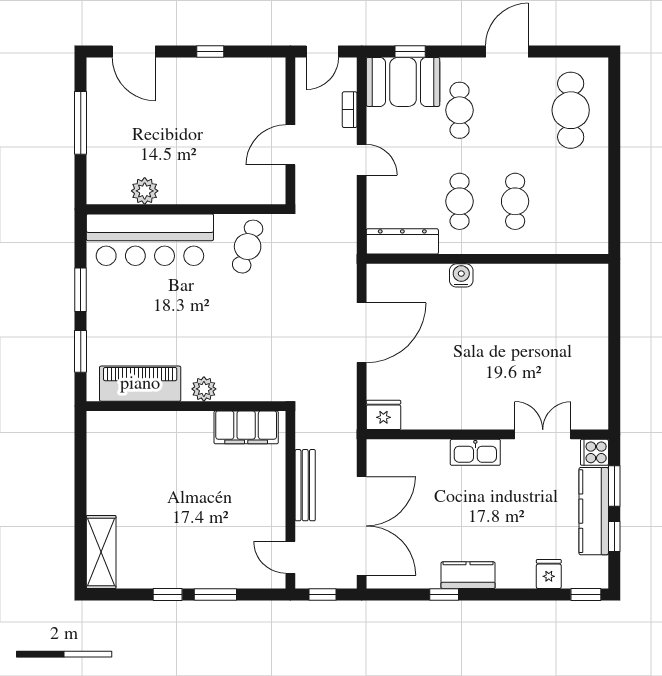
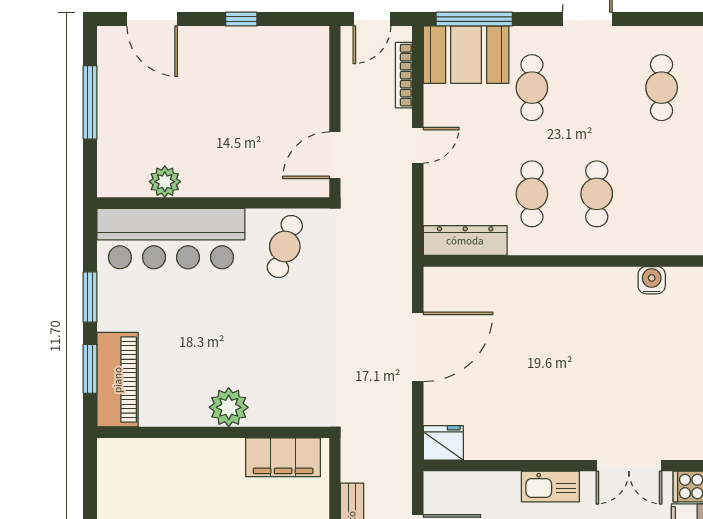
window: (410, 51) -> (474, 19), width x2.17
bookcase: (350, 110) -> (404, 75), width x1.56
cafe table: (571, 110) -> (662, 88), width x0.73, depth x0.74
door: (290, 145) -> (335, 155), moved
door: (362, 160) -> (418, 145), hinge flipped
water cooler: (461, 275) -> (652, 280), moved
piano: (140, 384) -> (118, 380), moved, turned 90
plant: (204, 389) -> (229, 407), width x1.36, depth x1.36
double door: (543, 434) -> (629, 466), swing flipped

